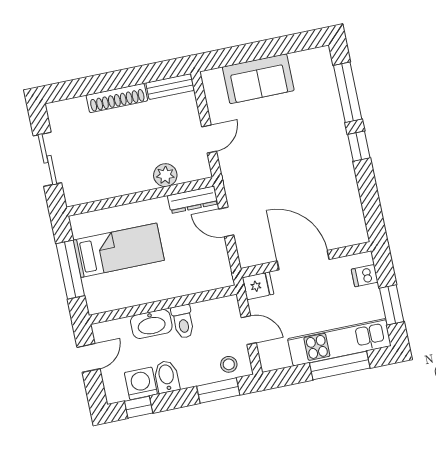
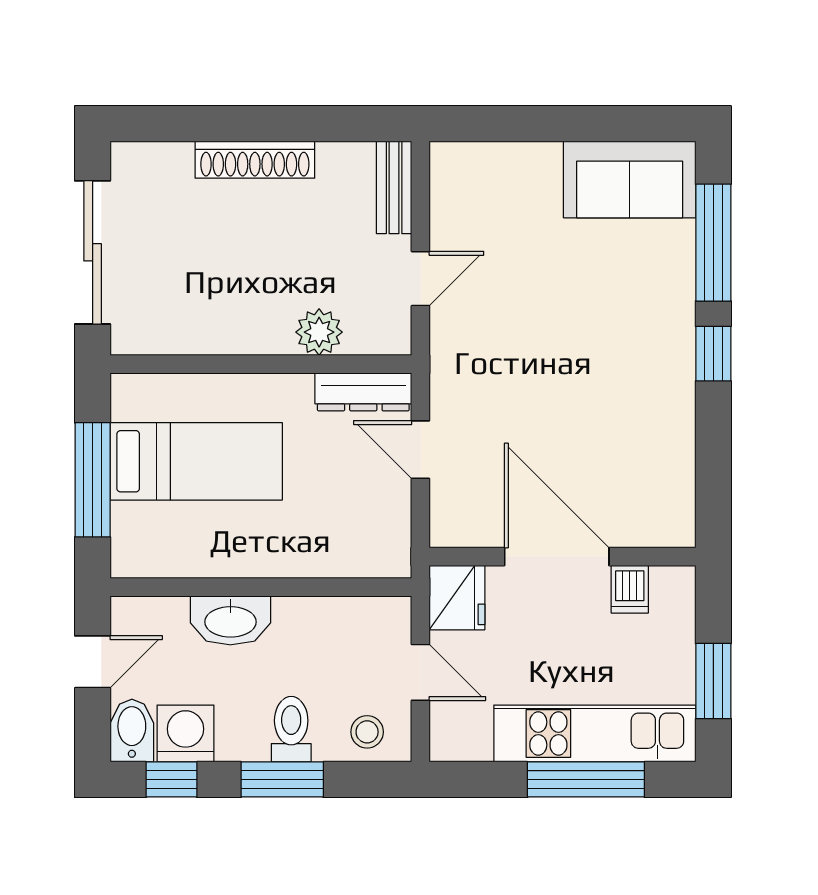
sofa: (258, 79) -> (630, 179), moved
bench: (170, 87) -> (394, 187), moved, turned 90
sliding door: (47, 159) -> (93, 252), width x1.37
dishwasher: (365, 276) -> (630, 589), moved, turned -90
fridge: (258, 286) -> (457, 598), width x1.38
toilet: (183, 322) -> (291, 729), moved, turned 180
bidet: (167, 377) -> (132, 730), moved
window: (218, 391) -> (282, 779), moved

